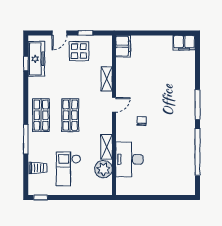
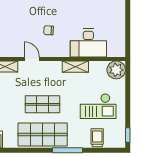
shop shelf: (41, 115) -> (43, 134), width x1.43, depth x1.36
plant: (103, 169) -> (116, 70), moved

